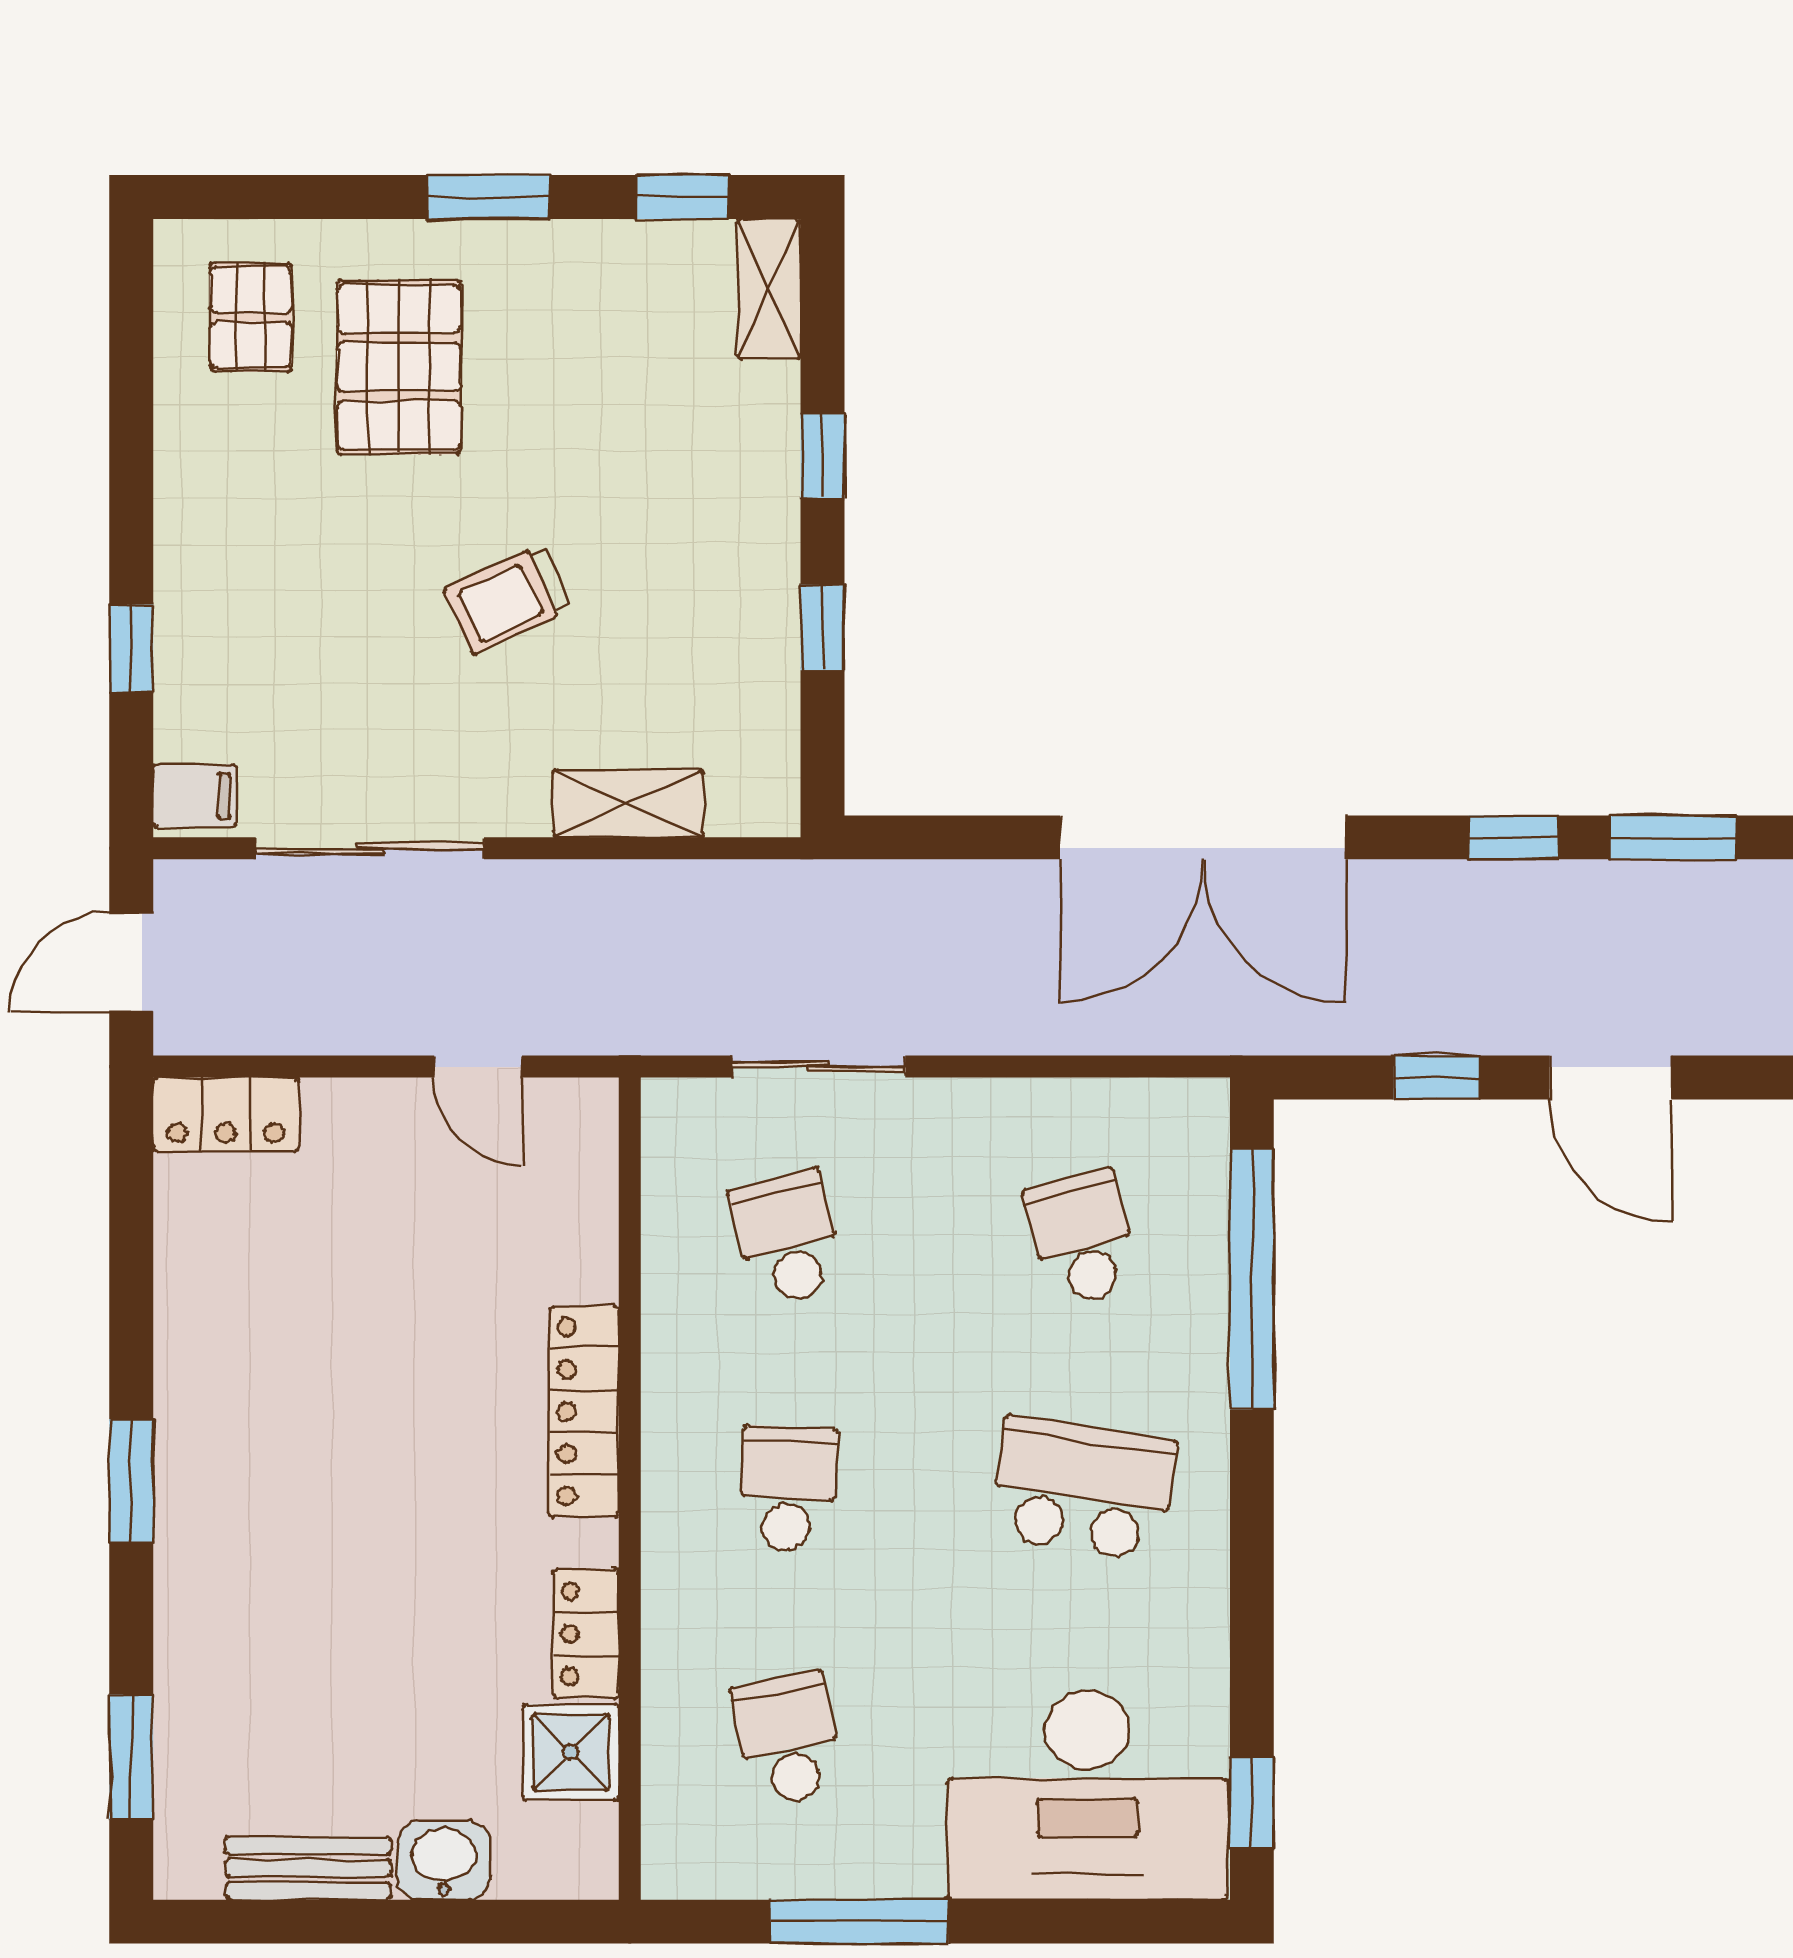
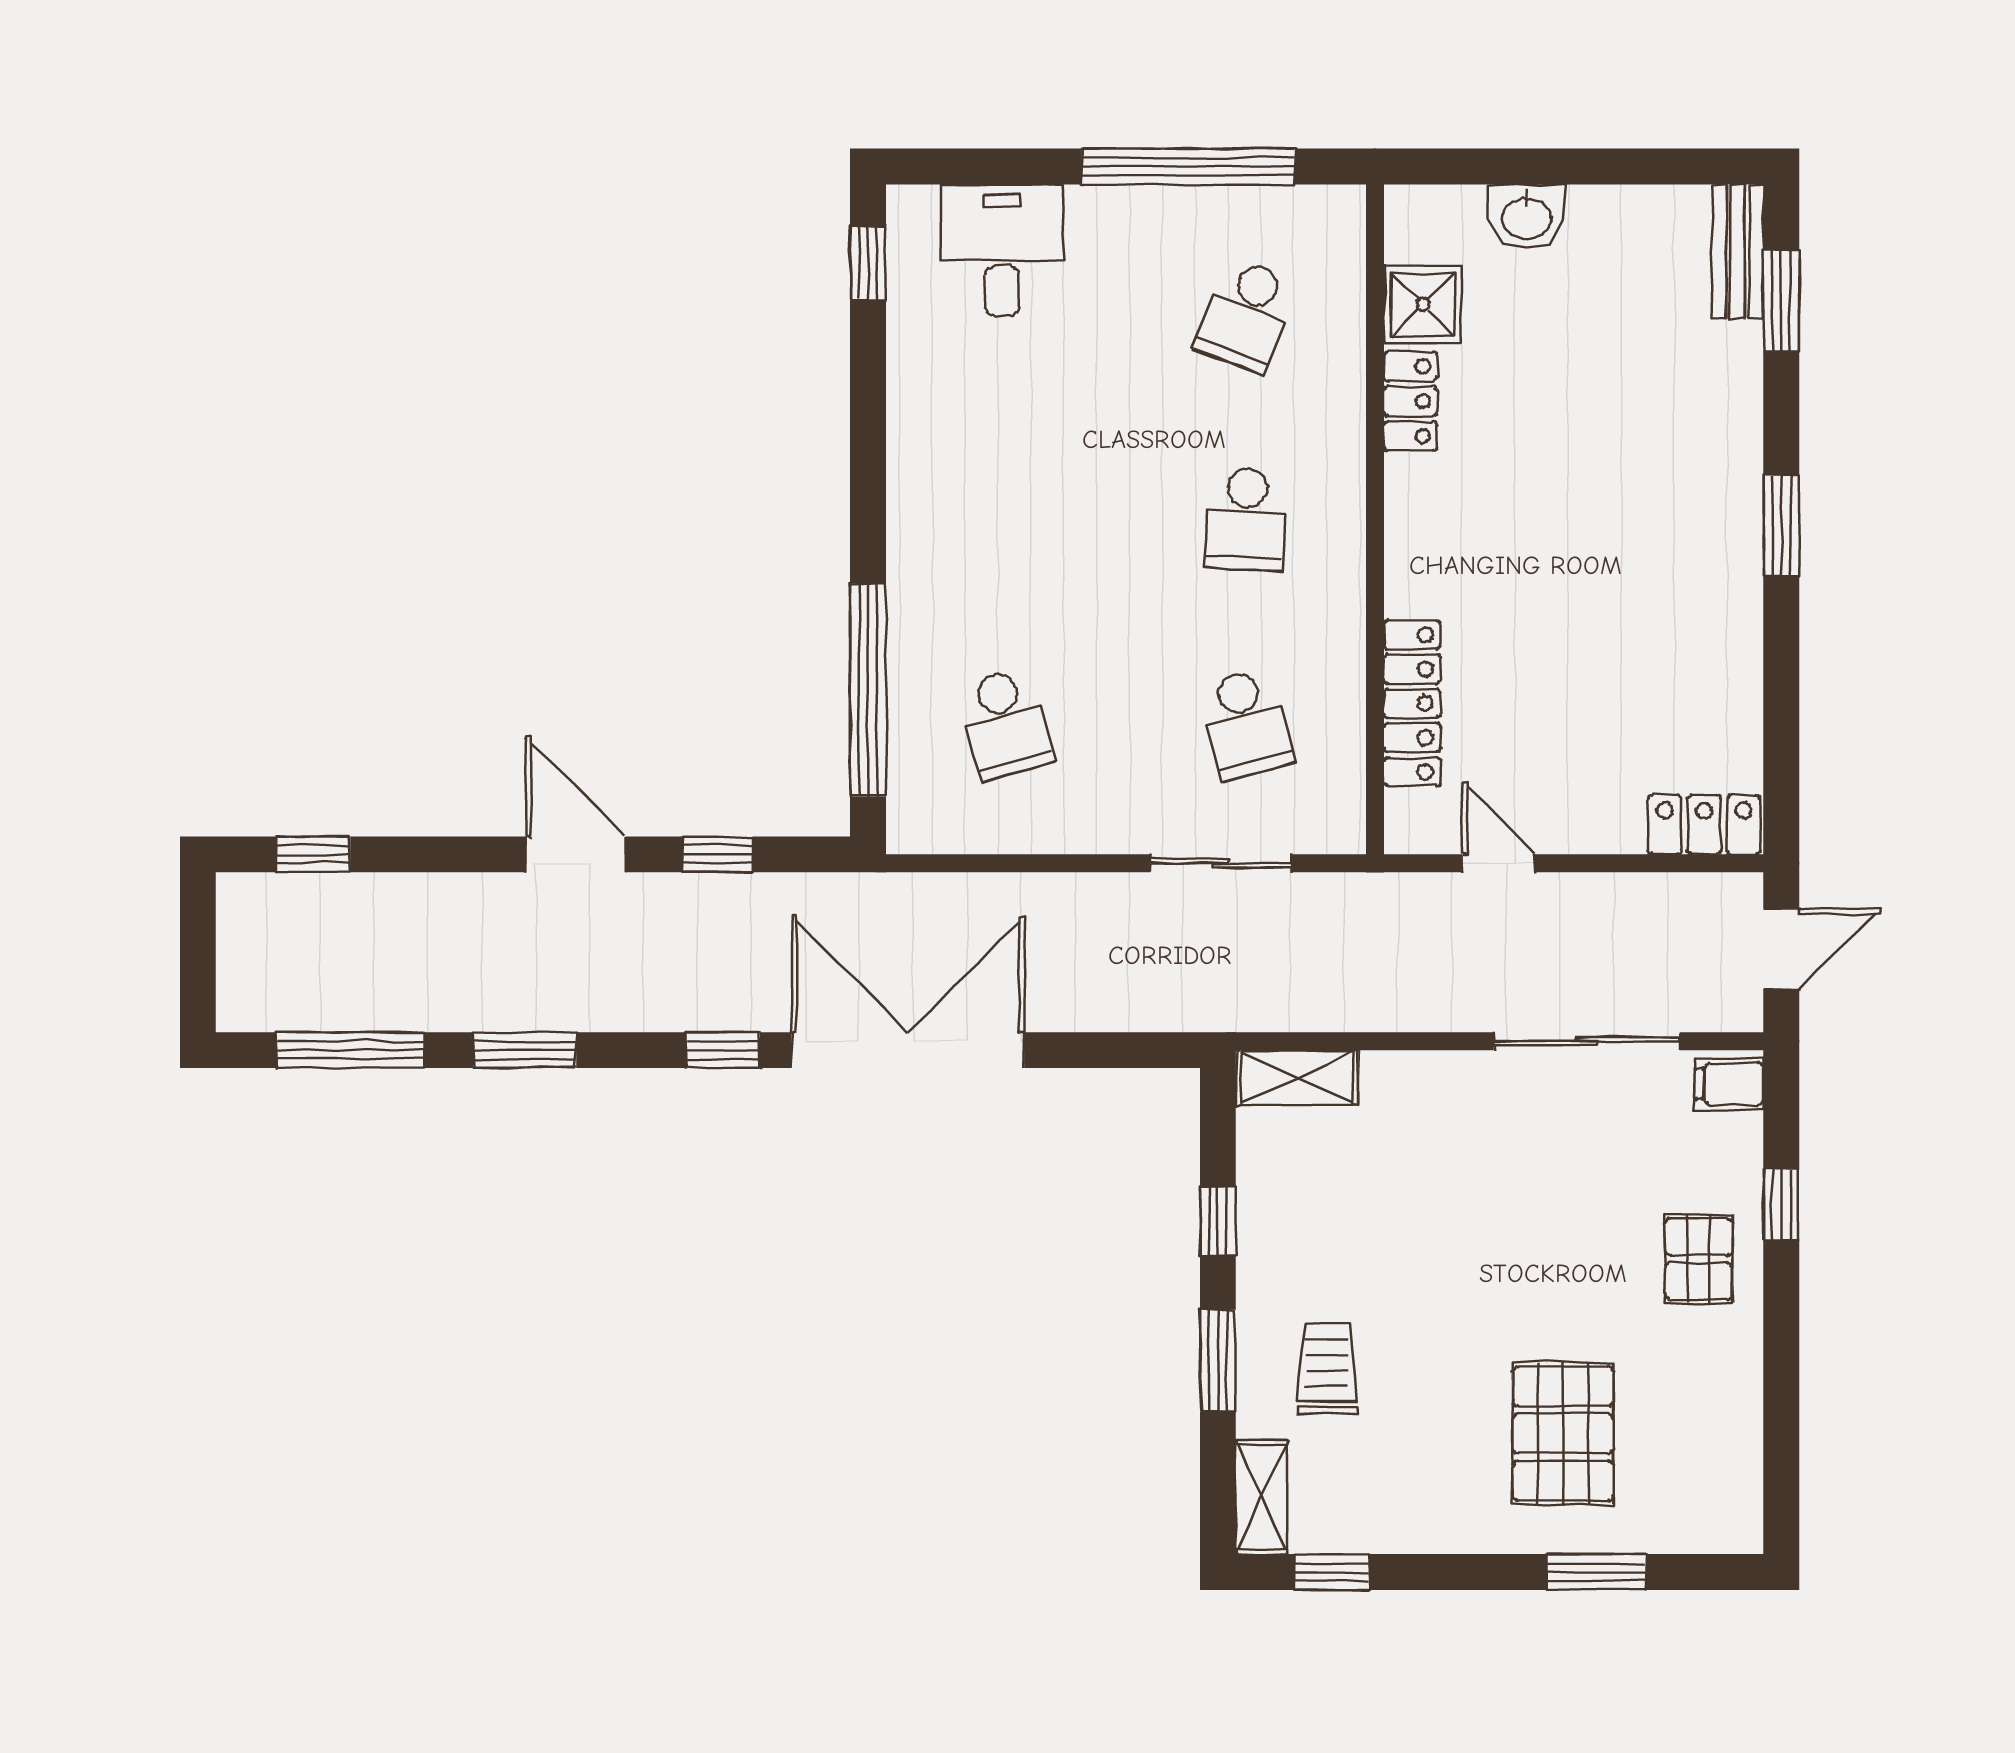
window: (488, 197) -> (1596, 1572), moved
pallet: (251, 317) -> (1699, 1259), moved
window: (823, 456) -> (1218, 1361), width x1.50
trolley: (507, 599) -> (1327, 1369), moved, turned -65
shelving: (628, 804) -> (1297, 1078), moved
window: (1514, 837) -> (723, 1050), moved
locker: (584, 1411) -> (1412, 703), moved
school desk: (1083, 1489) -> (1006, 519), removed
school desk: (788, 1739) -> (1246, 315), turned 33
desk: (1087, 1795) -> (1002, 250), width x0.53, depth x0.77
bench: (308, 1868) -> (1738, 252), moved, turned 90
window: (859, 1922) -> (1188, 167), width x1.46

